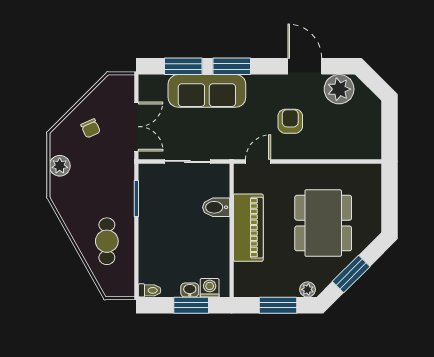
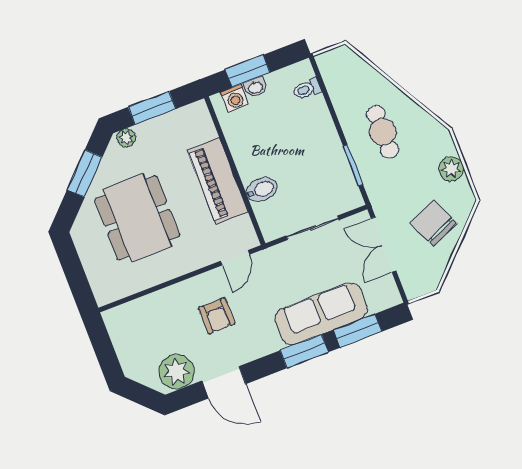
chair: (91, 128) -> (433, 223), width x1.87, depth x1.87
cafe table: (107, 241) -> (383, 132), moved
toilet: (150, 290) -> (307, 89), moved

